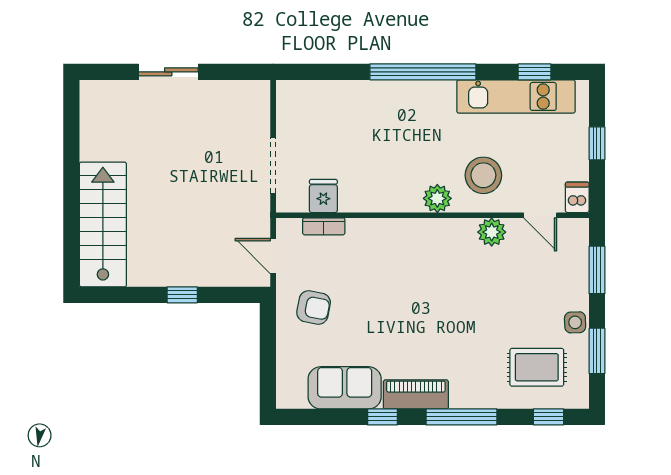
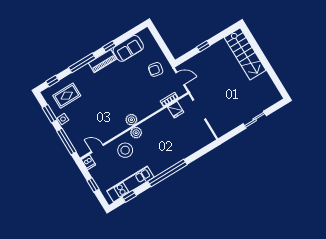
plant: (492, 232) -> (131, 120), moved
window: (597, 270) -> (66, 142), width x1.44

